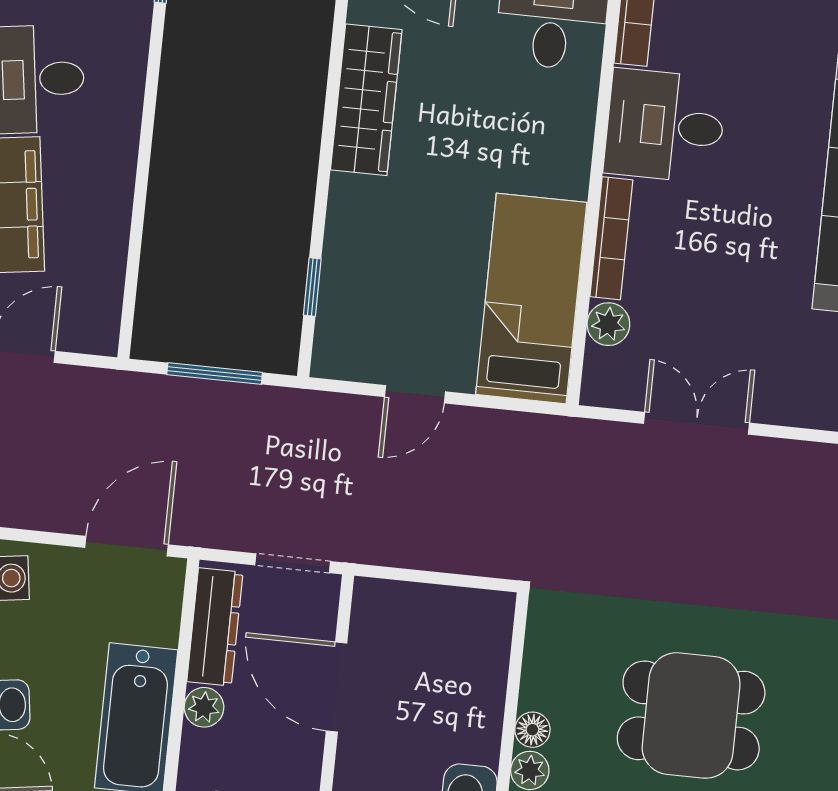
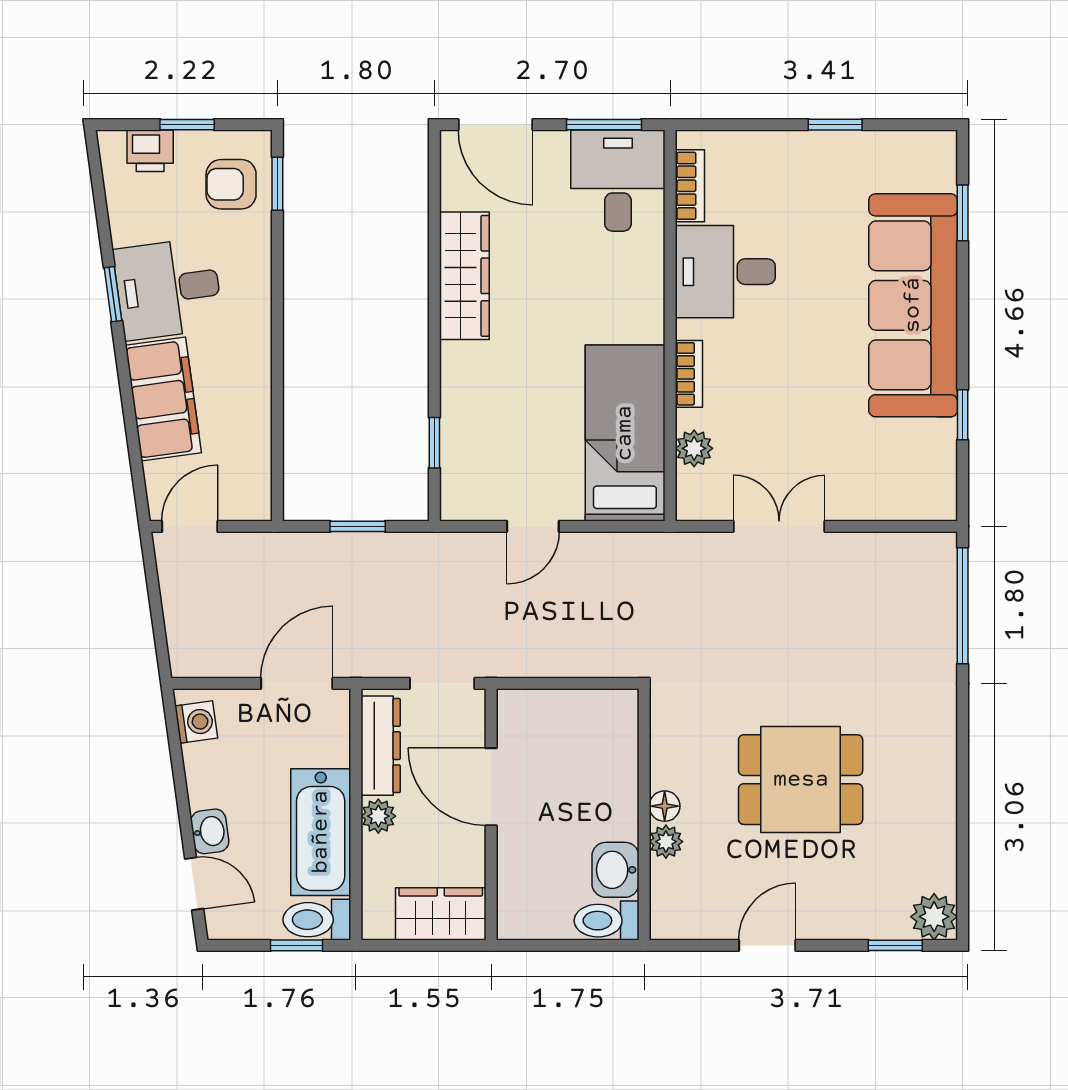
bookcase: (611, 238) -> (689, 374), width x0.64
window: (215, 374) -> (358, 526), width x0.67

